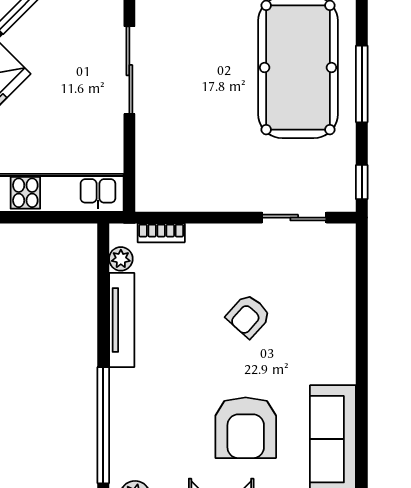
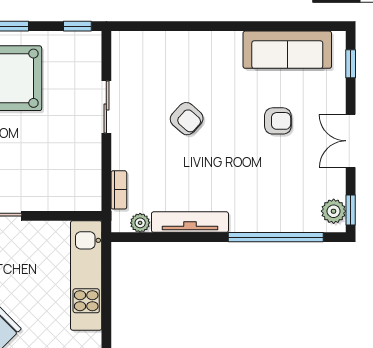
sliding door: (294, 218) -> (106, 107), moved
armchair: (246, 428) -> (278, 121), width x0.53, depth x0.53

